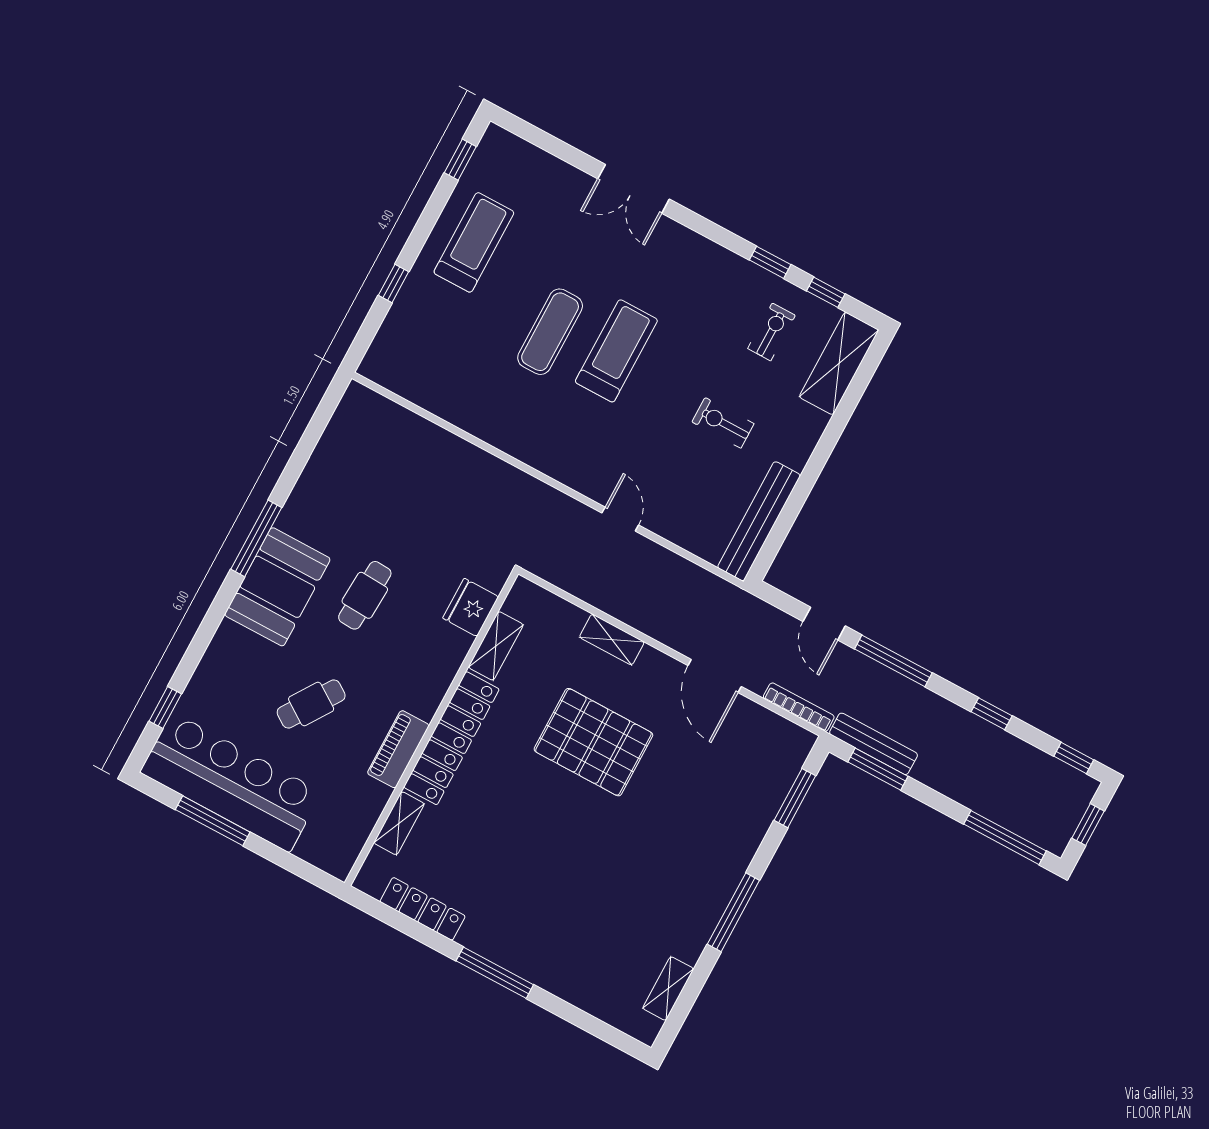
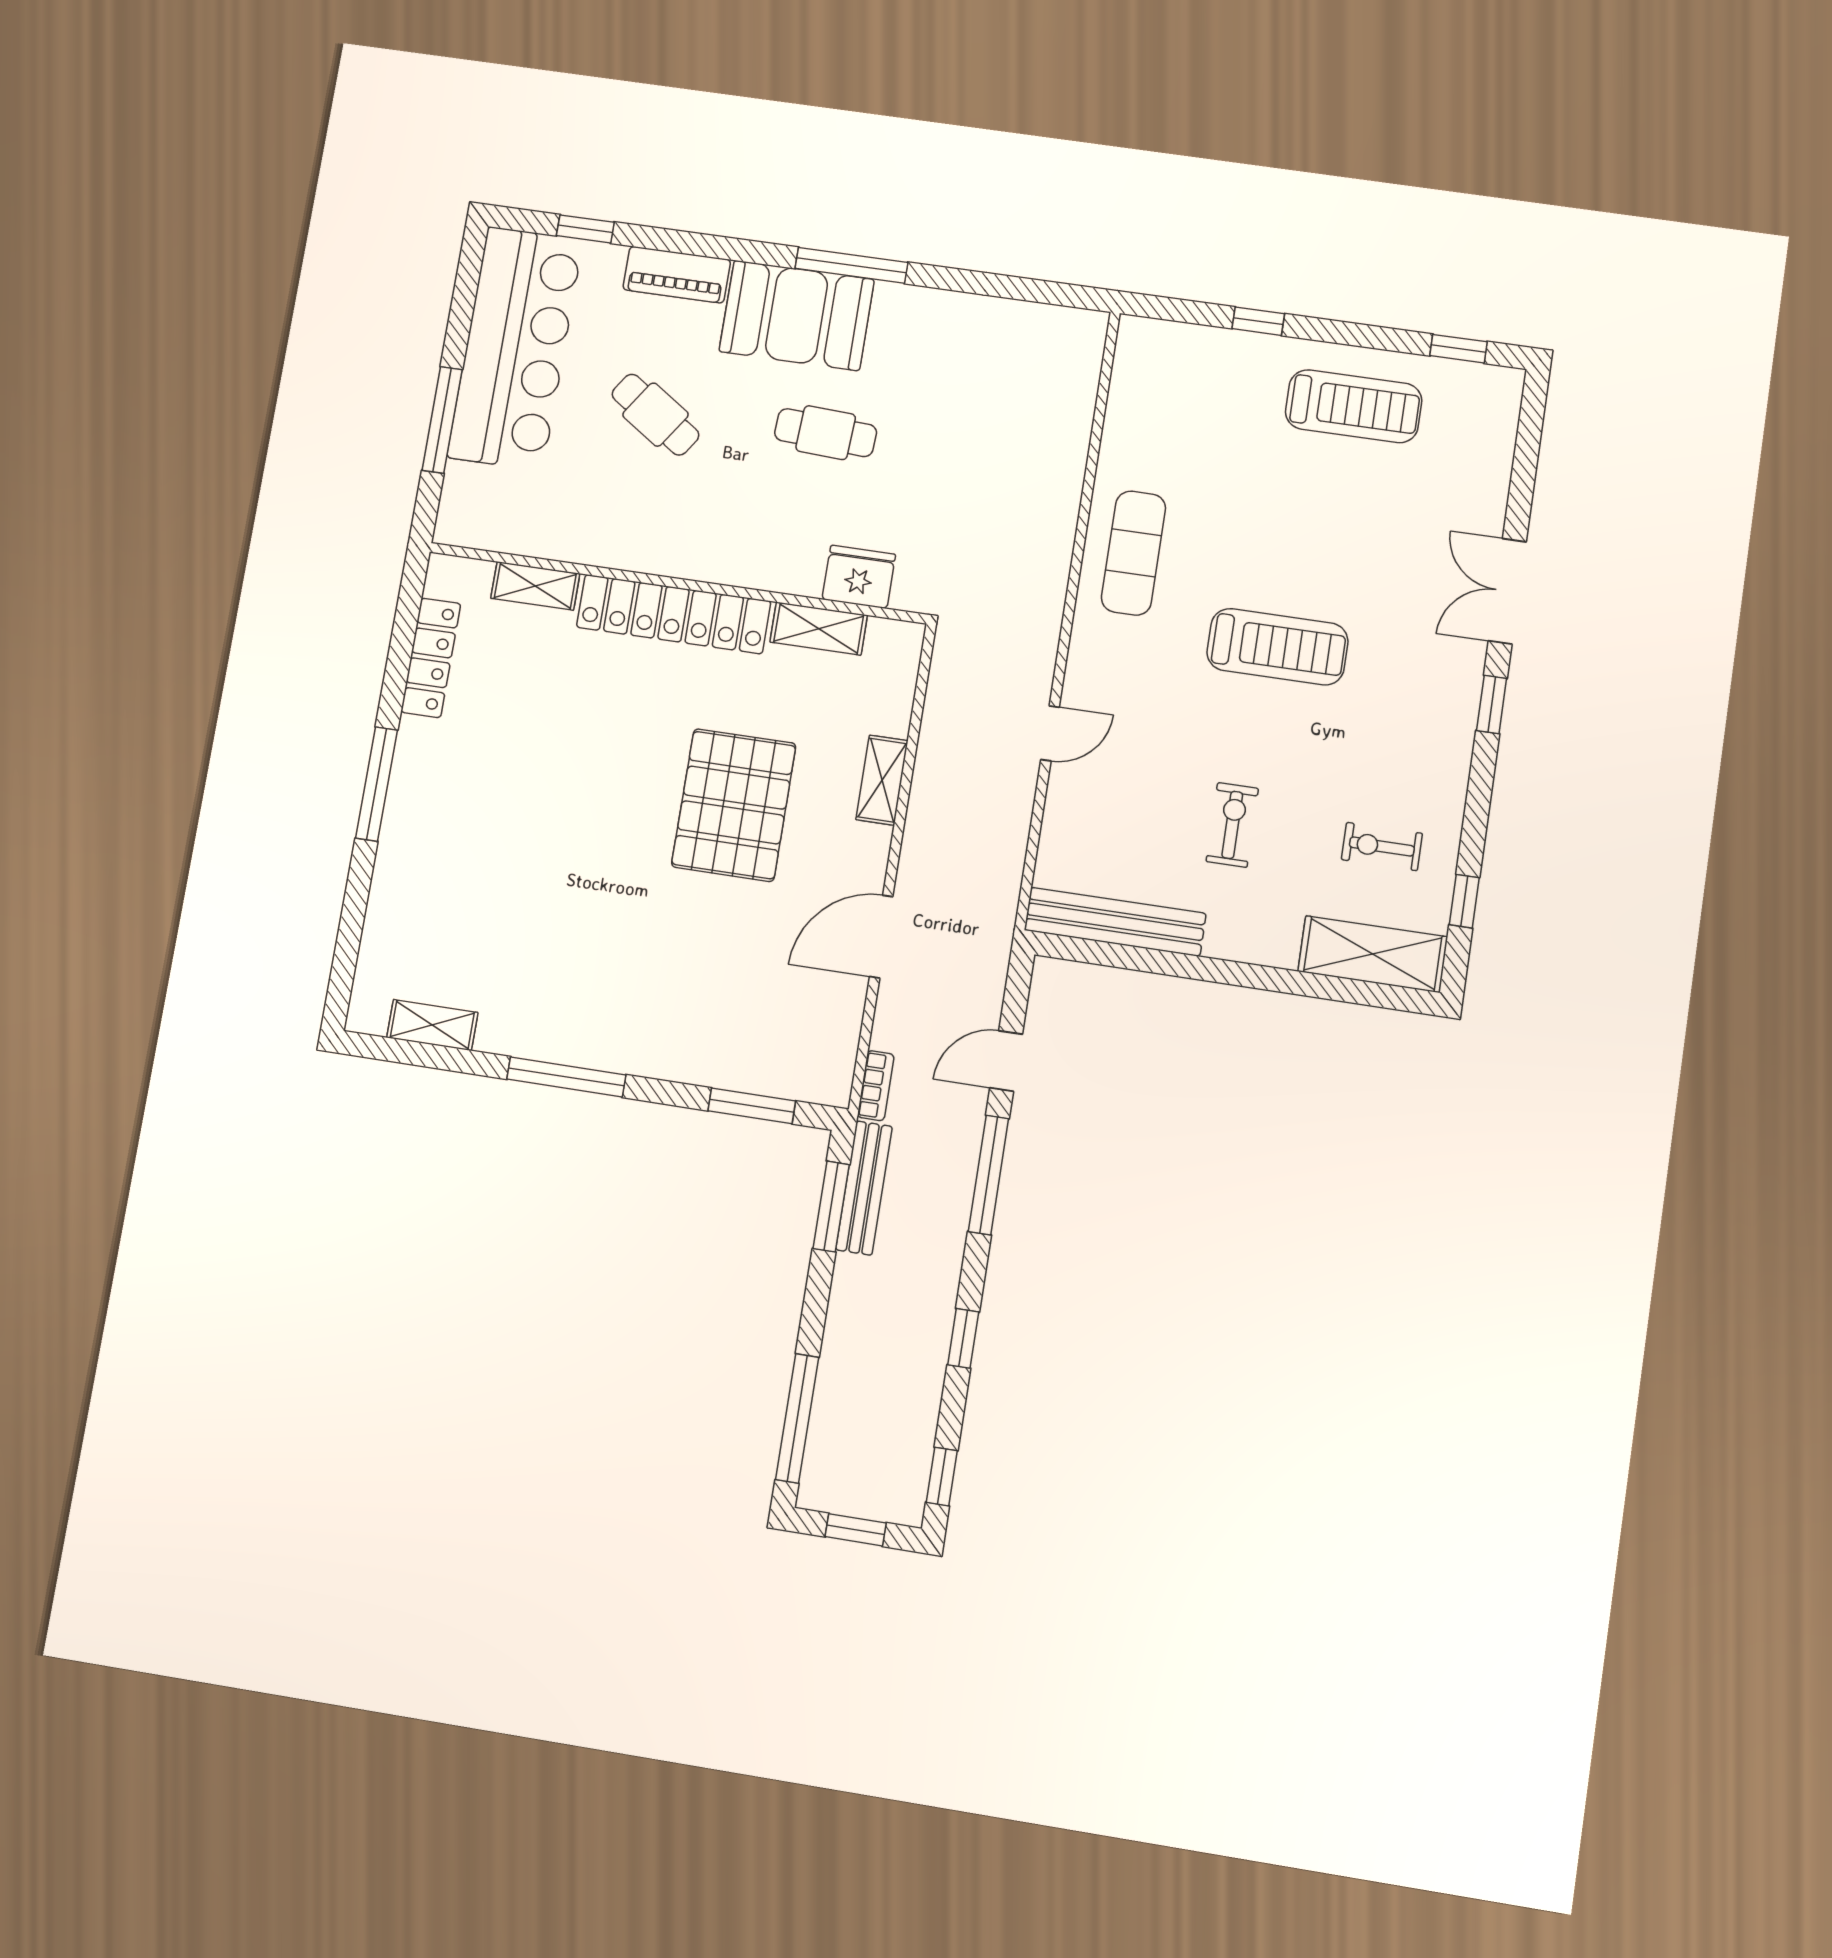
window: (770, 262) -> (1492, 704), moved
exercise mat: (550, 332) -> (1134, 553), moved, turned 90
exercise bike: (771, 332) -> (1382, 846), turned 180
bookcase: (799, 707) -> (876, 1086), width x0.64
piano: (398, 749) -> (677, 275), moved, turned 180
window: (213, 821) -> (442, 420), moved

